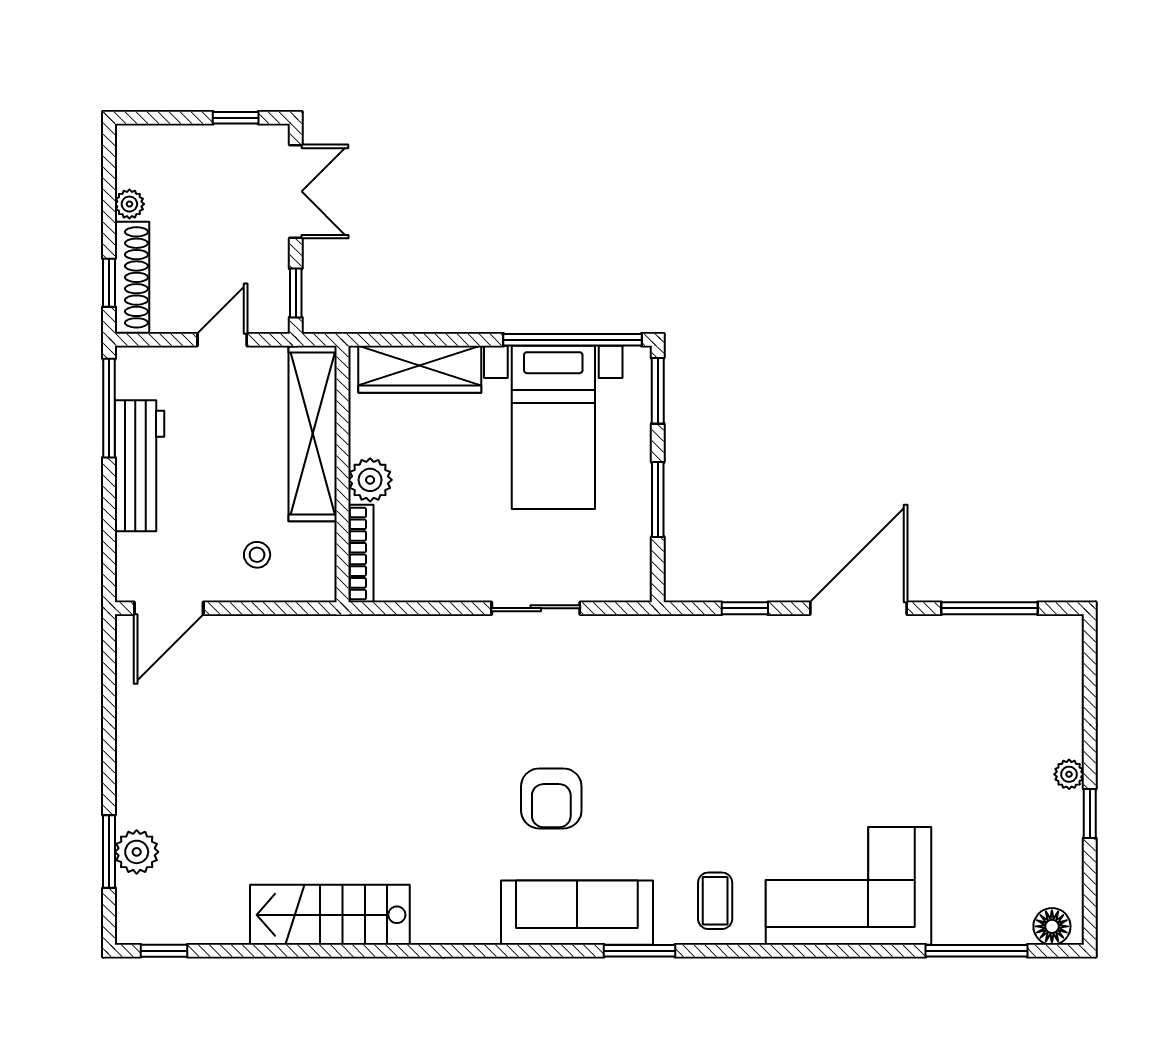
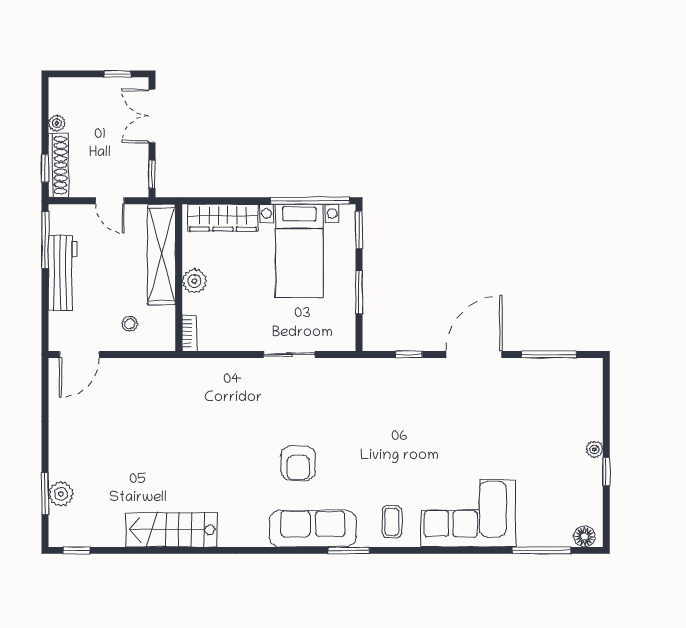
double door: (296, 191) -> (152, 116), swing flipped
door: (222, 340) -> (110, 201), swing flipped
bookcase: (361, 554) -> (189, 333), width x0.64

